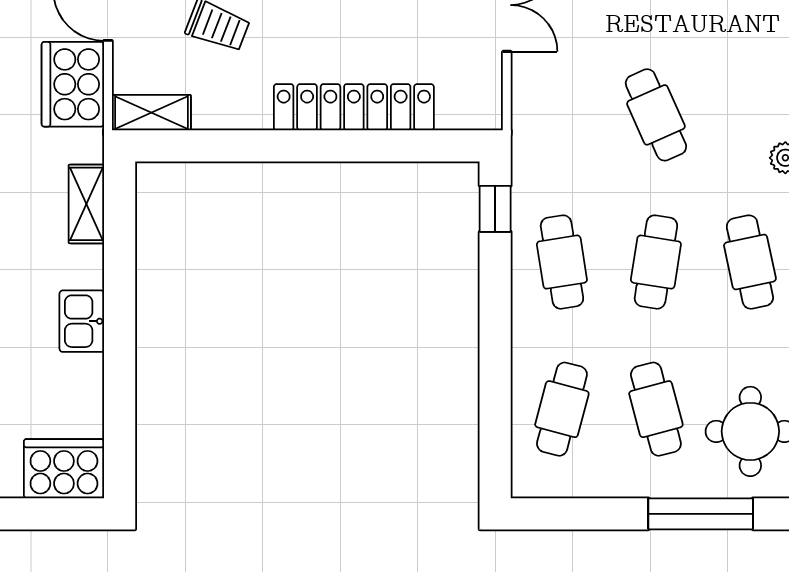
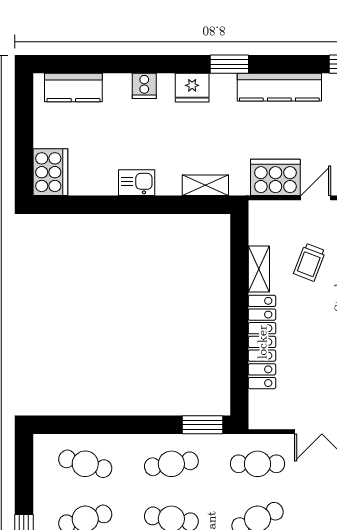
shelving: (151, 113) -> (259, 269), moved
cafe table: (562, 115) -> (257, 464), added
window: (495, 209) -> (203, 425), width x1.50

